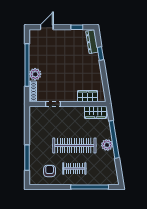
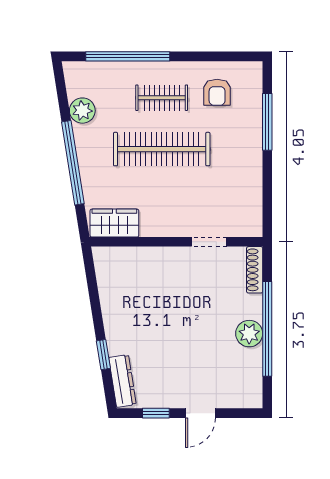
door: (47, 27) -> (200, 413), moved
plant: (35, 74) -> (249, 334), moved
wardrobe: (88, 96) -> (132, 259), removed
plant: (107, 145) -> (82, 111), moved

